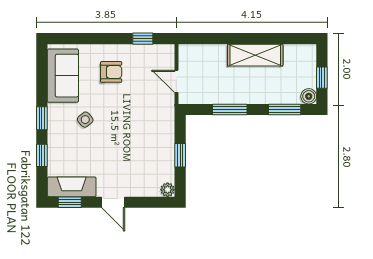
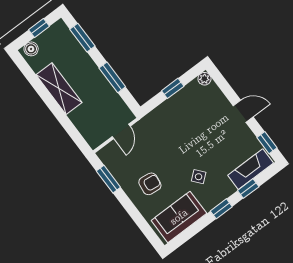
window: (143, 39) -> (108, 179), width x1.50
armchair: (111, 72) -> (150, 184), turned 97
boiler: (309, 96) -> (31, 49), moved
fireplace: (72, 187) -> (251, 169), moved, turned 90
door: (113, 202) -> (243, 111), hinge flipped

